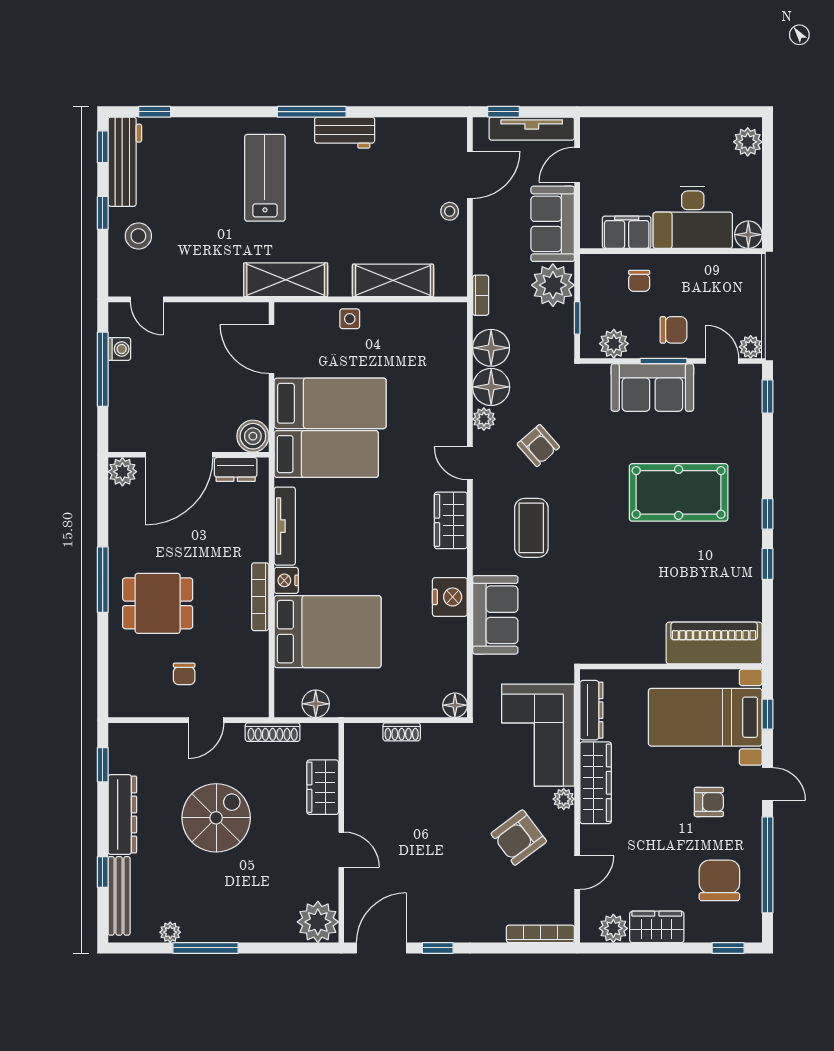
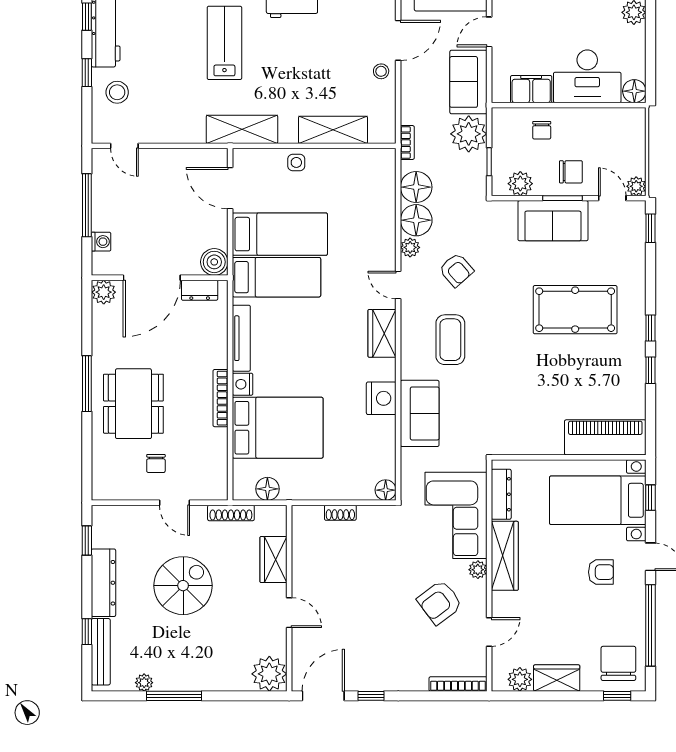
washing machine: (119, 349) -> (101, 242), moved
dining table: (158, 603) -> (133, 404), width x1.38
door: (206, 720) -> (174, 503), hinge flipped
chair: (719, 880) -> (618, 663), moved

